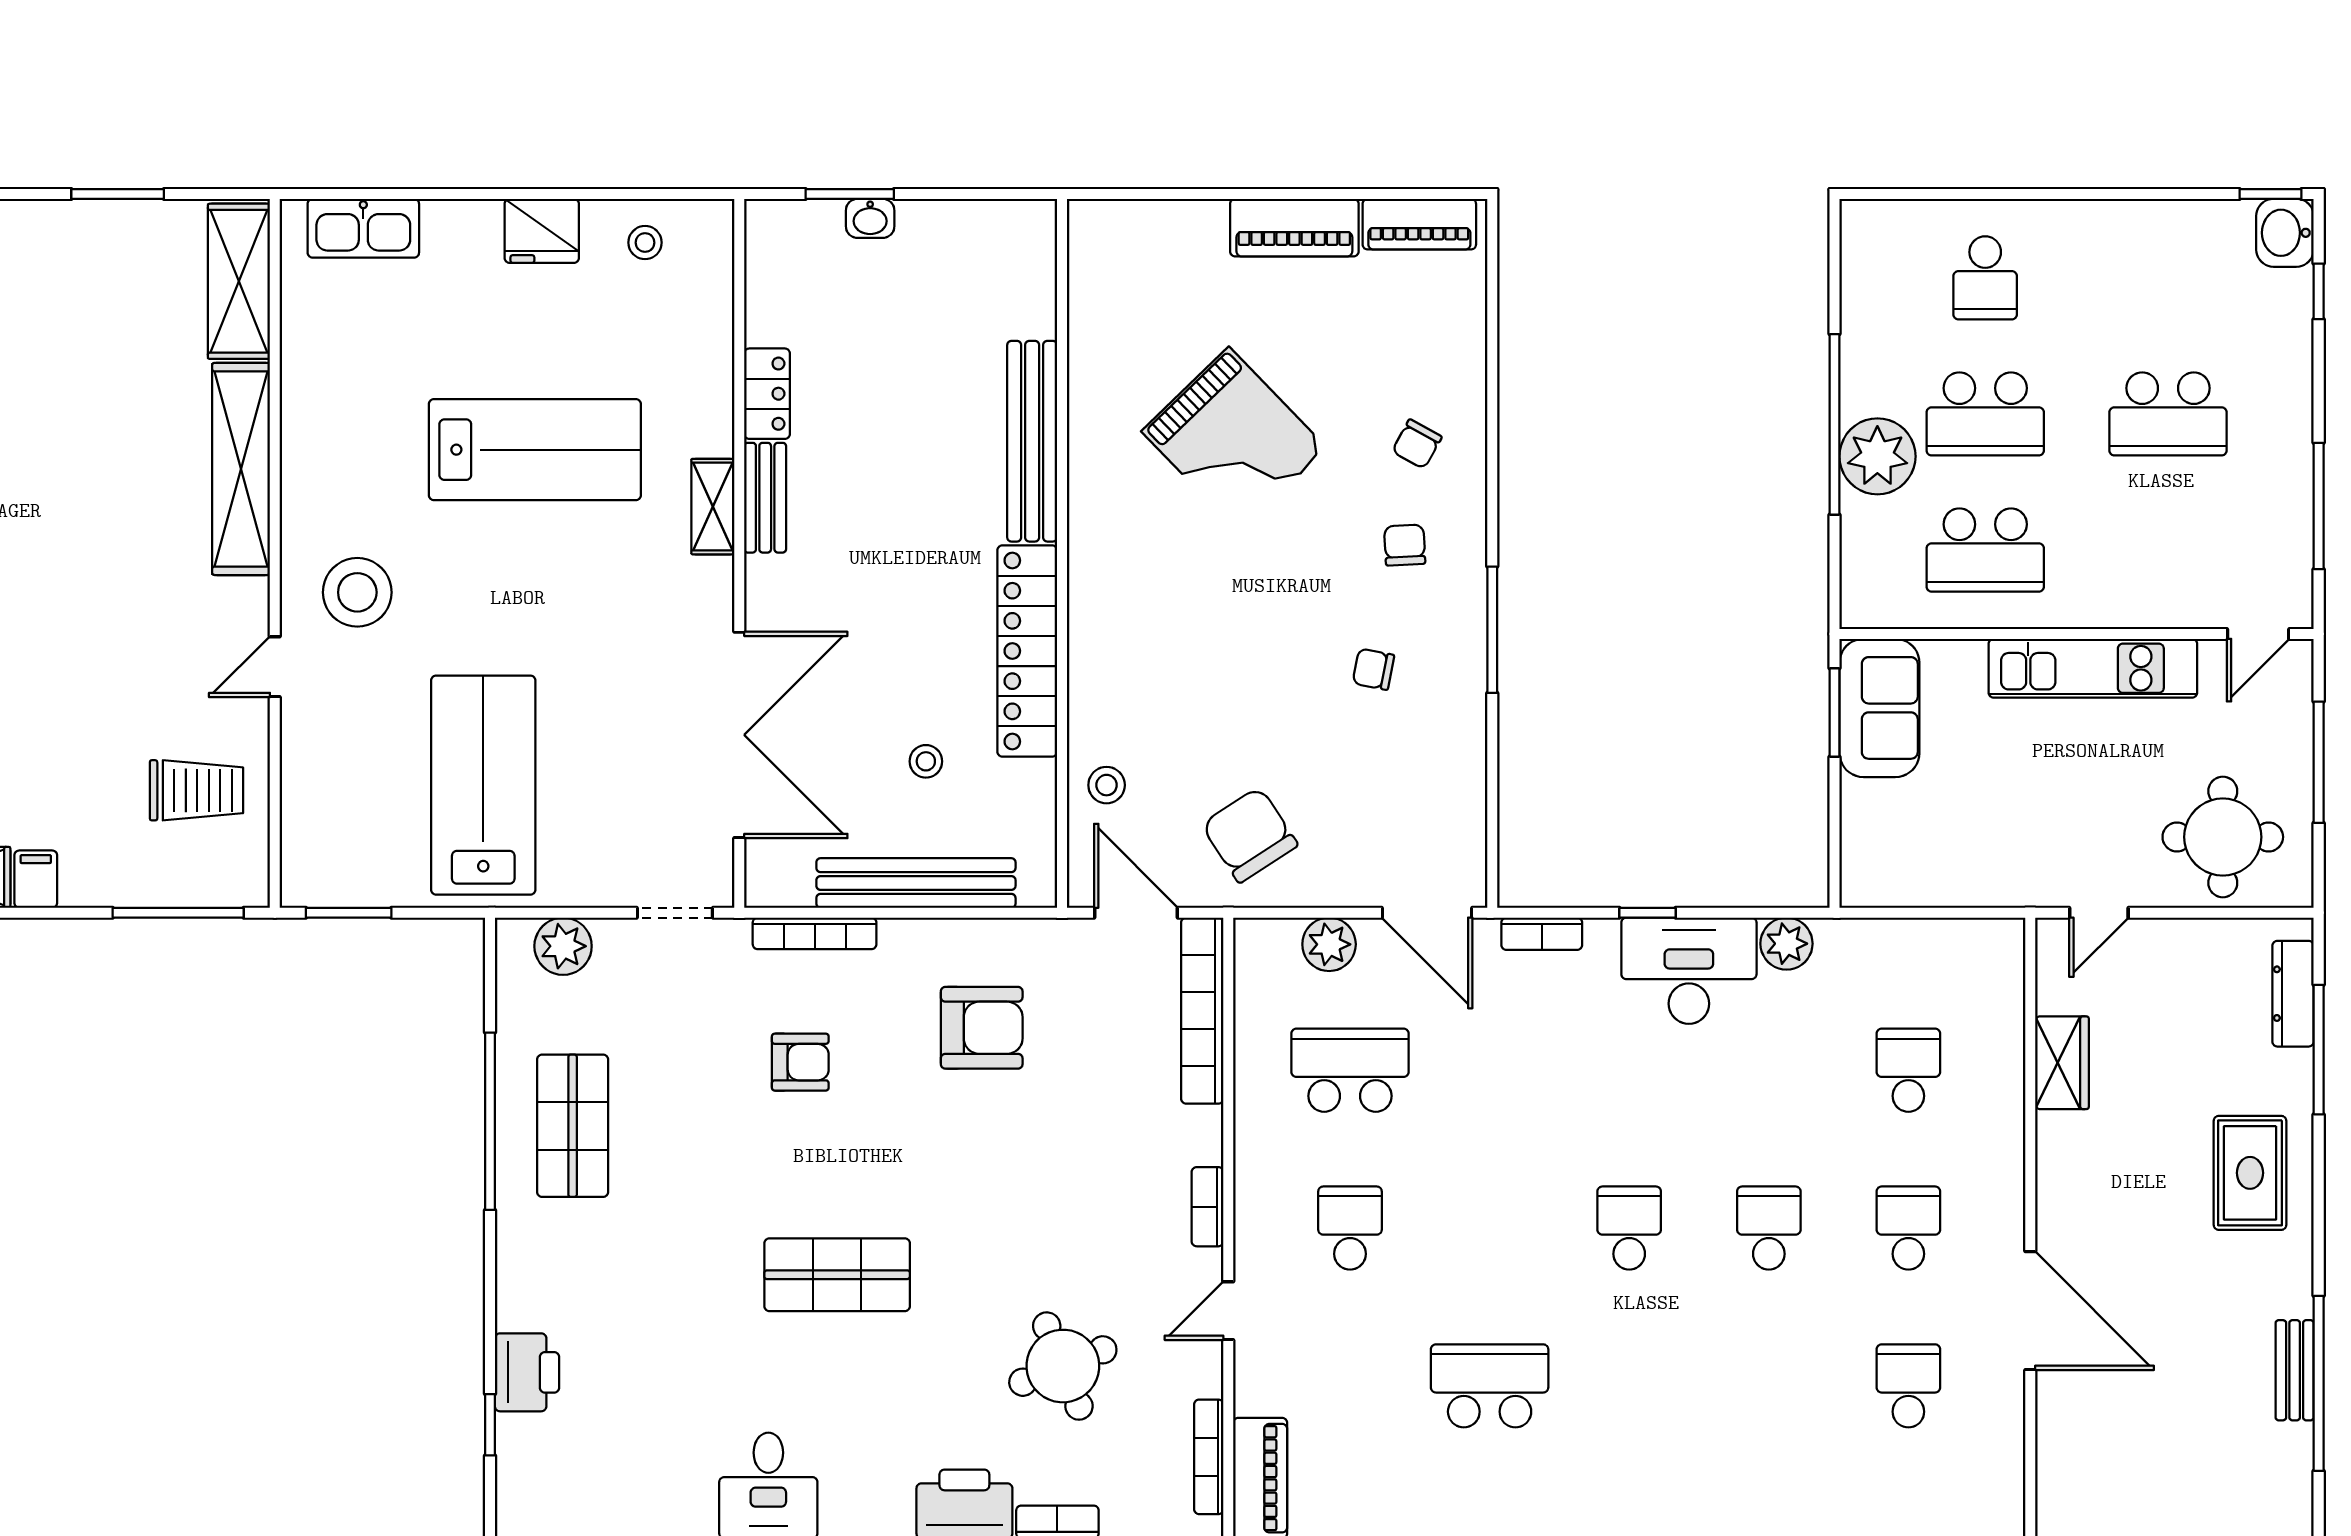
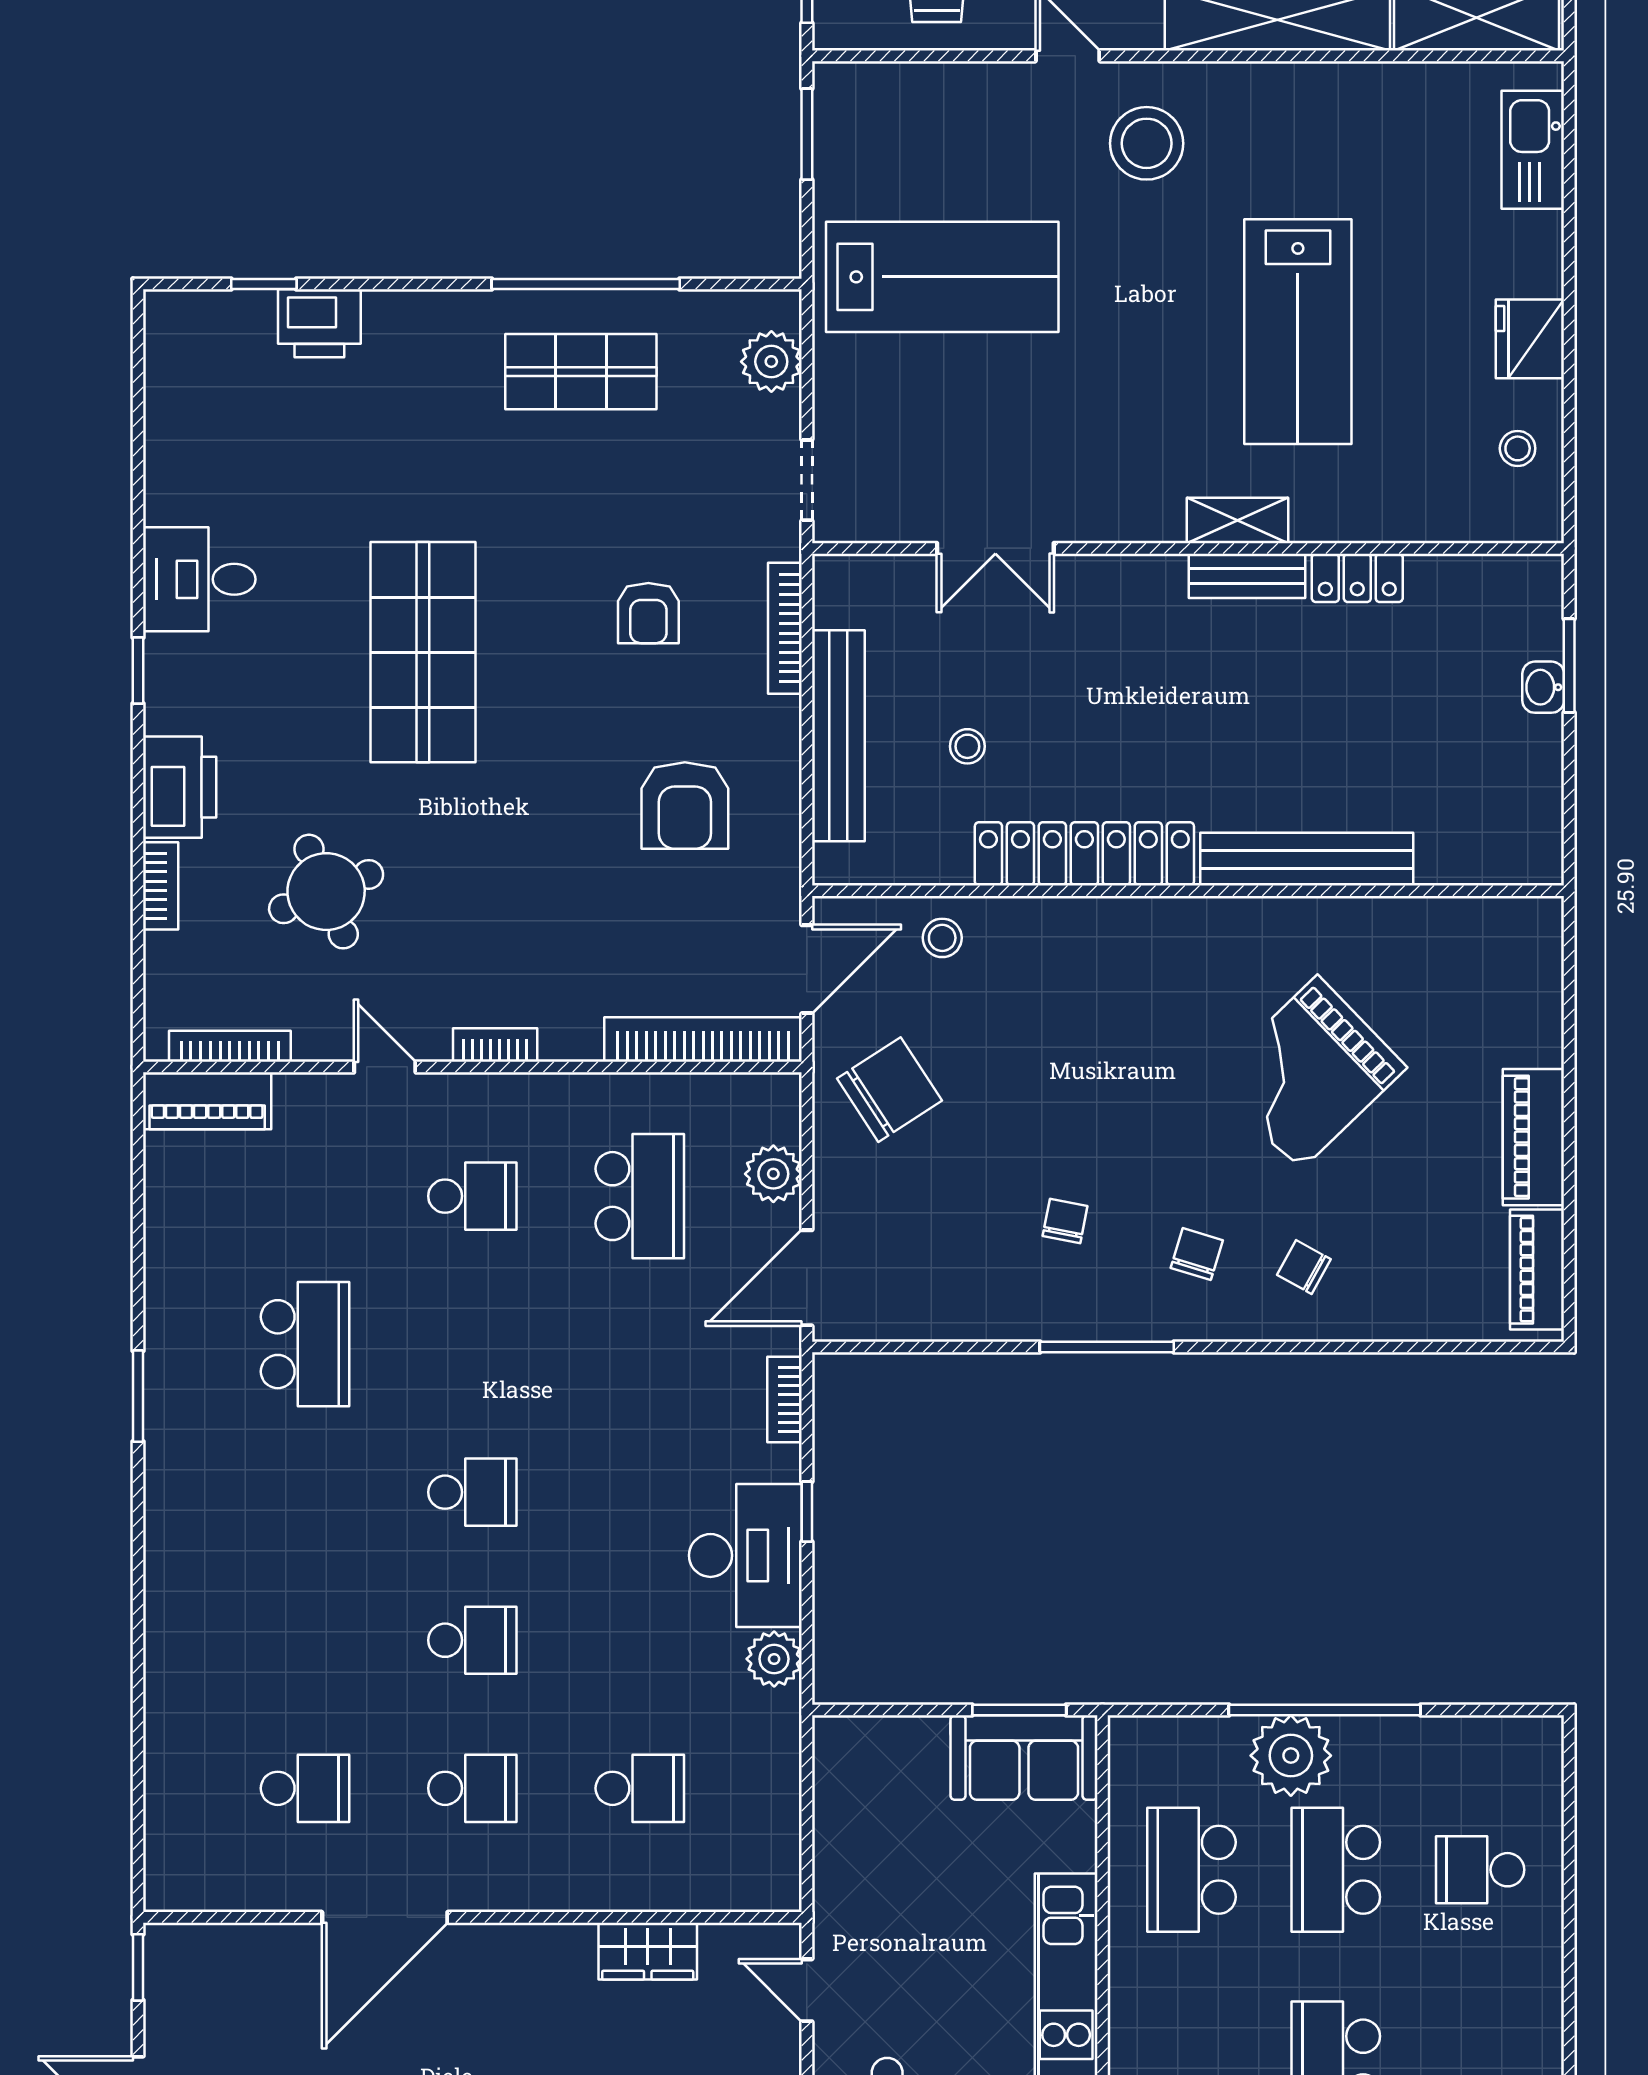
chair: (1405, 545) -> (1197, 1254), turned -70
double door: (739, 735) -> (995, 548), width x0.54
shop shelf: (837, 1275) -> (423, 652), width x1.43, depth x1.36

